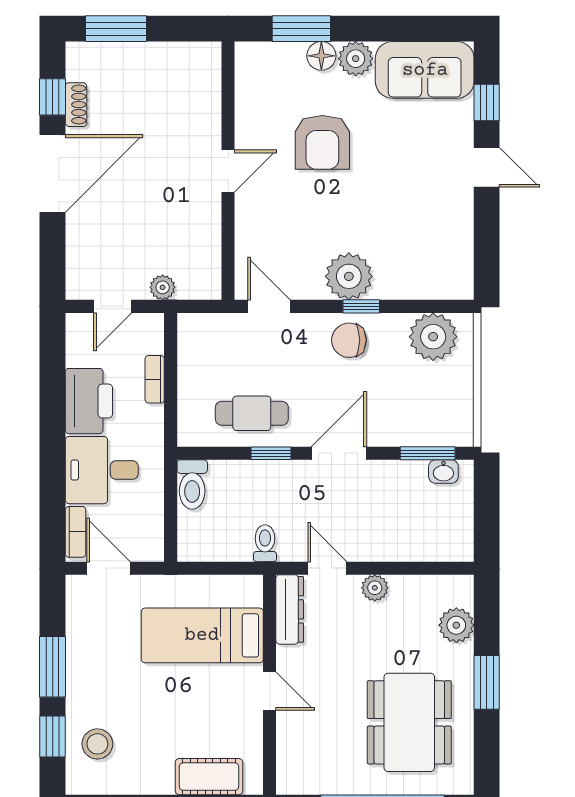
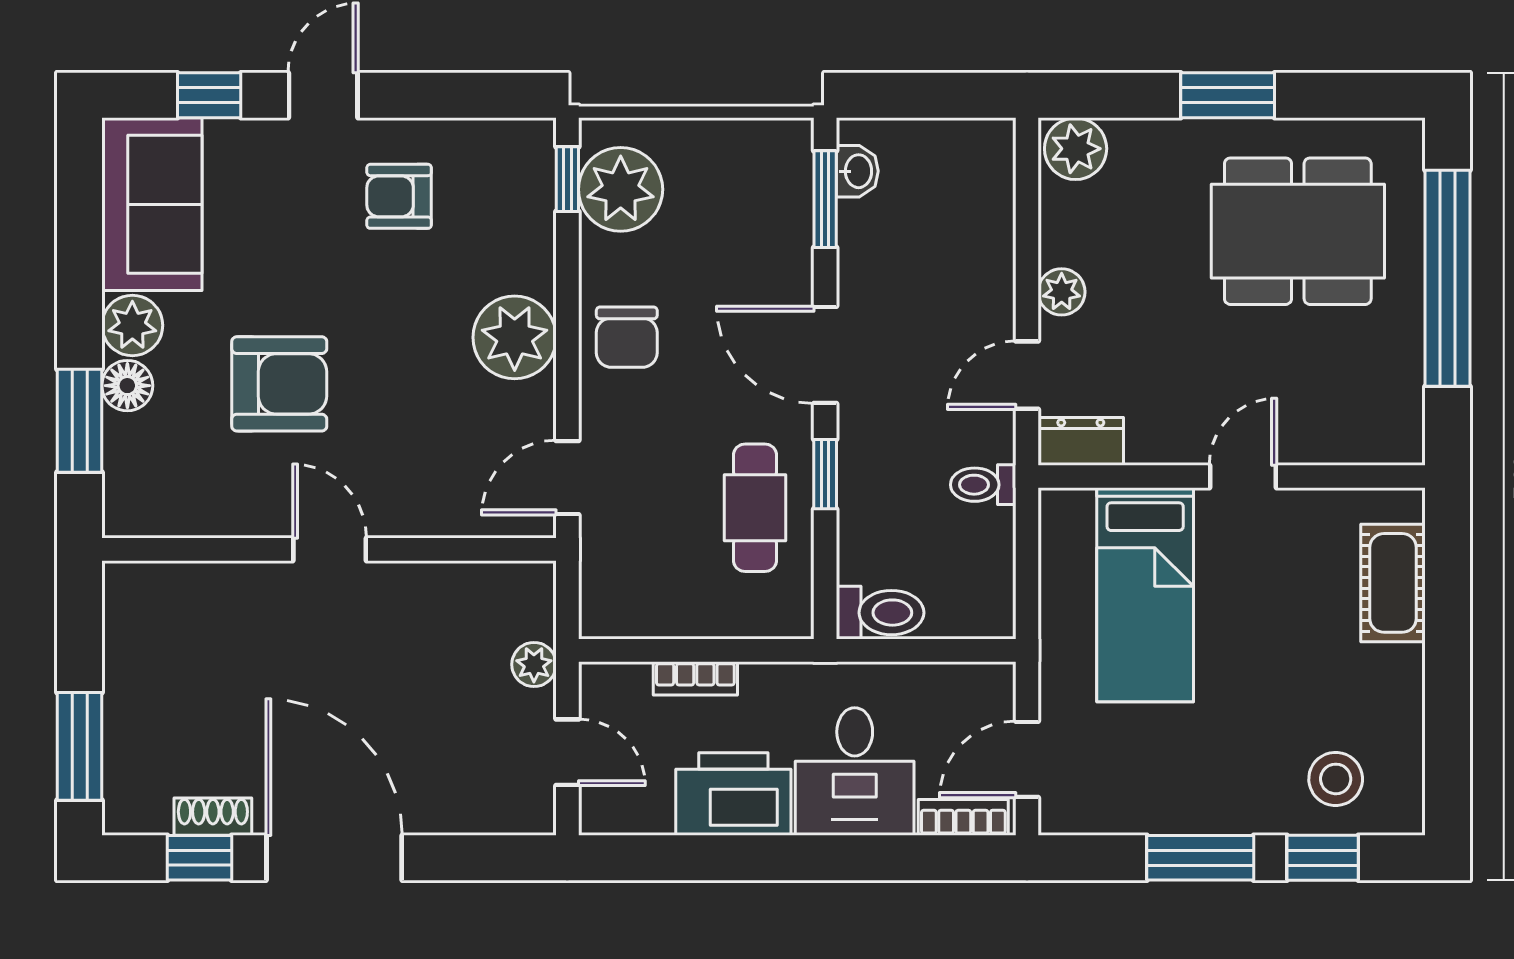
armchair: (429, 211) -> (399, 196), added
window: (361, 306) -> (567, 179), moved
dresser: (290, 609) -> (1081, 441), width x0.70
plant: (456, 625) -> (1076, 149), moved

